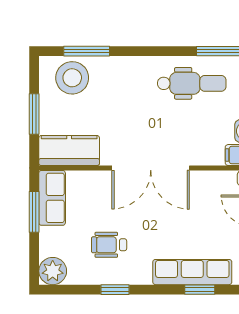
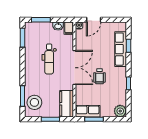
dental chair: (192, 83) -> (49, 59), moved, turned 180
wheelchair: (109, 245) -> (99, 76), moved

